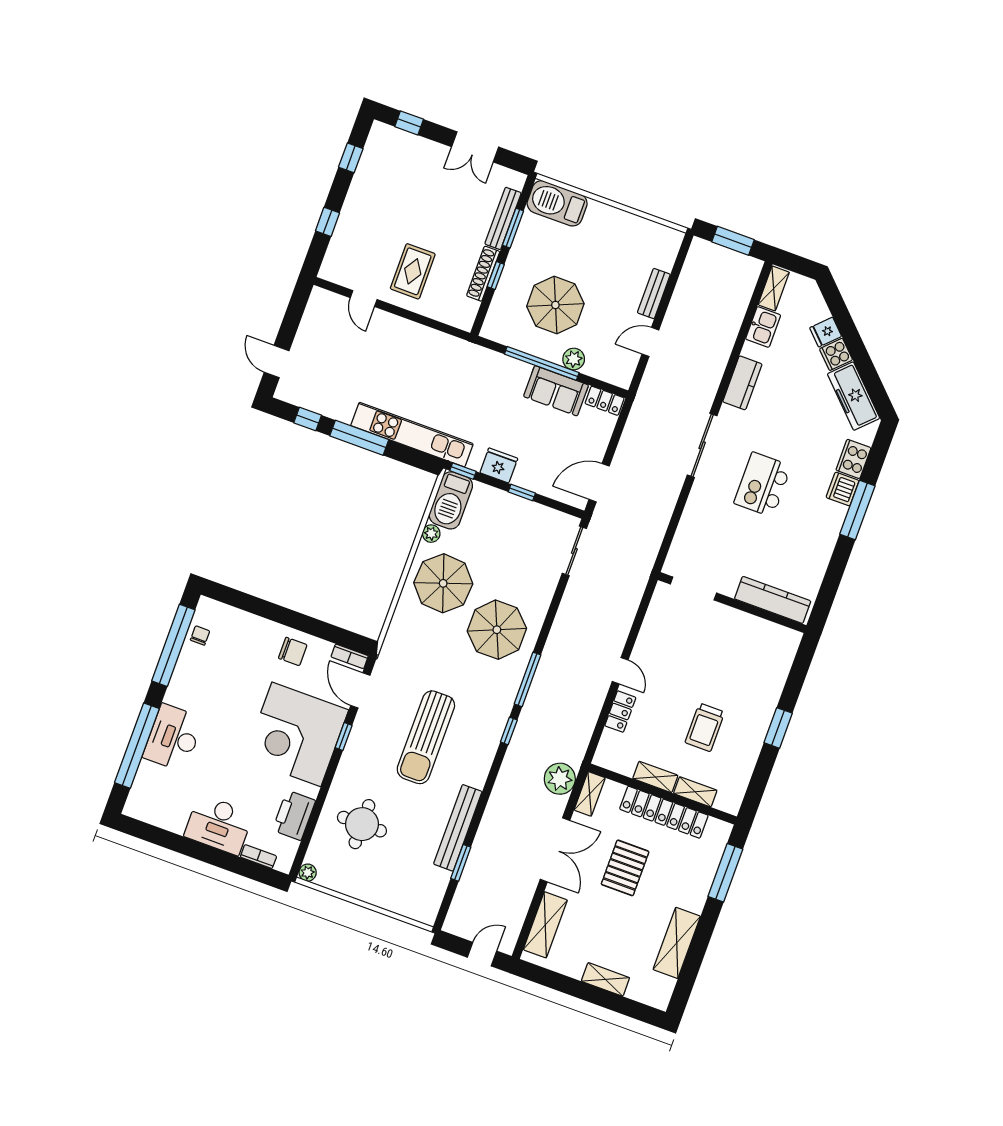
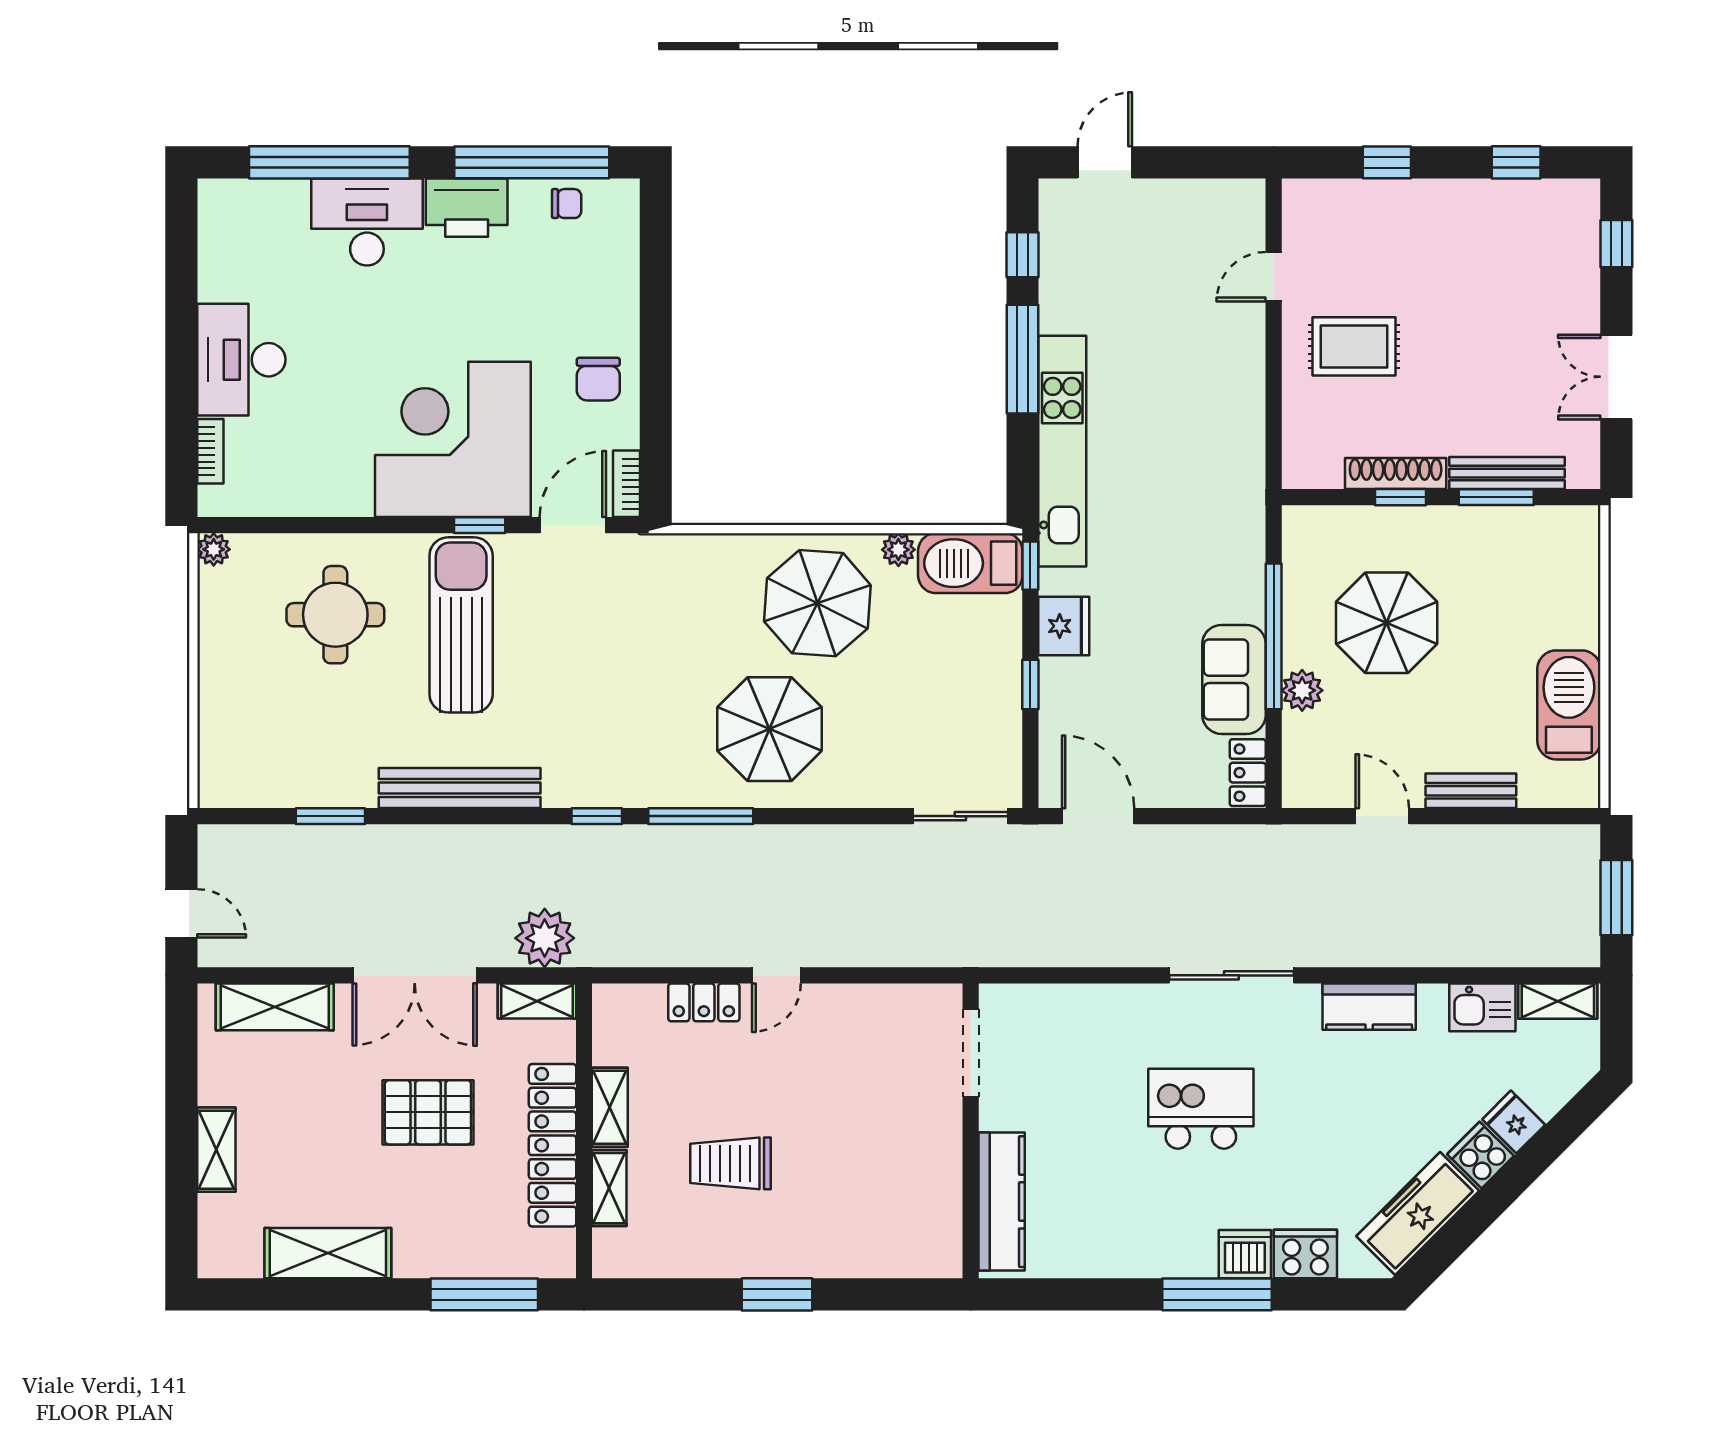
barbecue: (557, 203) -> (1569, 705), moved
sun lounger: (426, 737) -> (461, 625), moved, turned 90
printer: (294, 815) -> (467, 208), moved, turned 180
bench: (458, 828) -> (460, 788), moved

